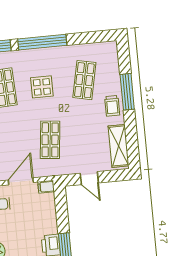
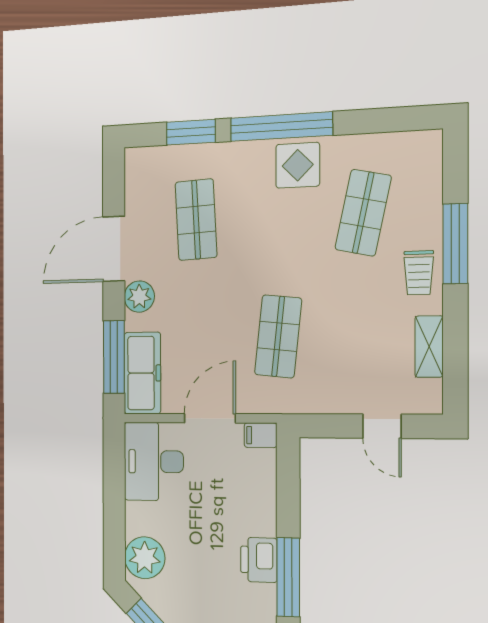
display table: (42, 87) -> (298, 165), moved
shelving: (119, 146) -> (429, 347), width x0.67, depth x0.75
door: (89, 178) -> (382, 426), moved

